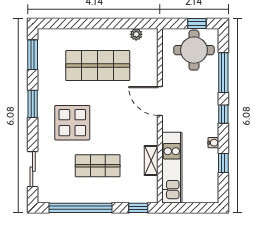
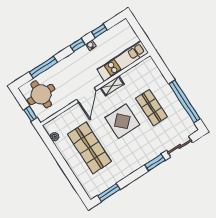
window: (197, 23) -> (30, 114), moved
window: (33, 104) -> (155, 163), moved
window: (223, 114) -> (77, 45), moved
display table: (72, 123) -> (122, 121), moved
shelving: (151, 160) -> (112, 86), moved
window: (138, 208) -> (161, 66), removed

